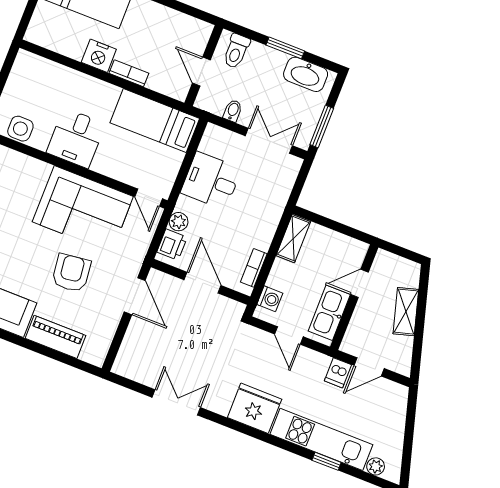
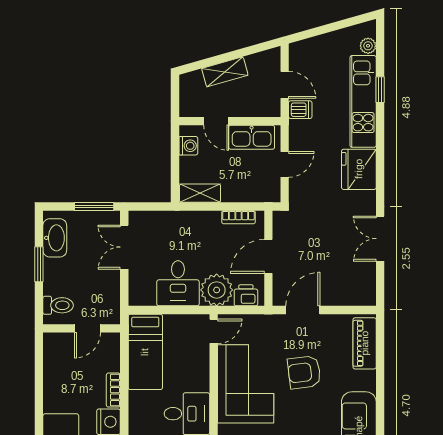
bidet: (233, 111) -> (111, 288), removed
plant: (179, 222) -> (217, 290), width x1.87, depth x1.87
washing machine: (270, 299) -> (188, 146), moved, turned 90
piano: (55, 337) -> (365, 343), moved

